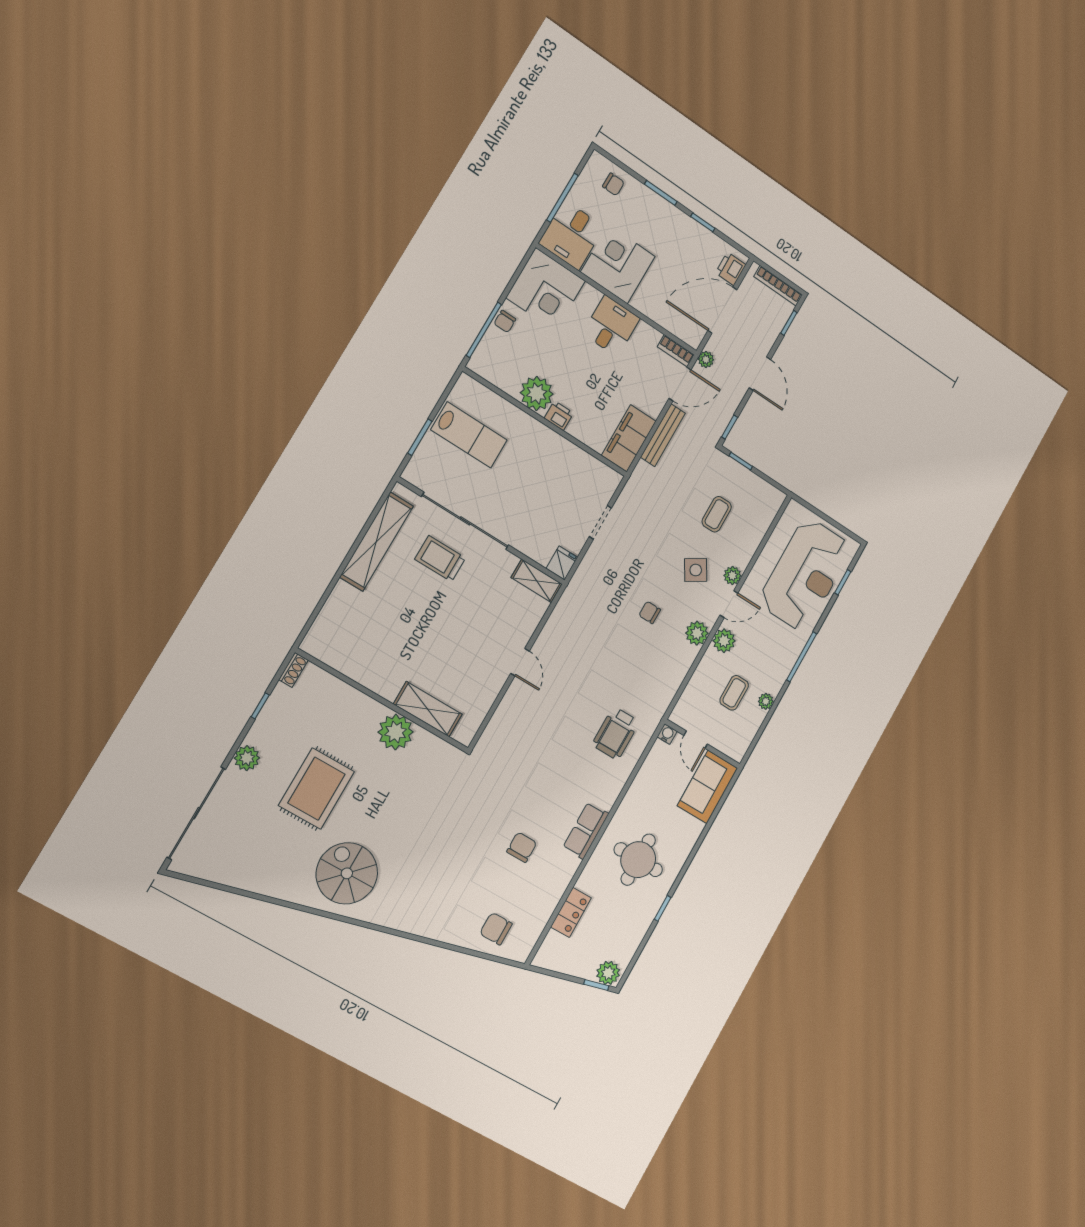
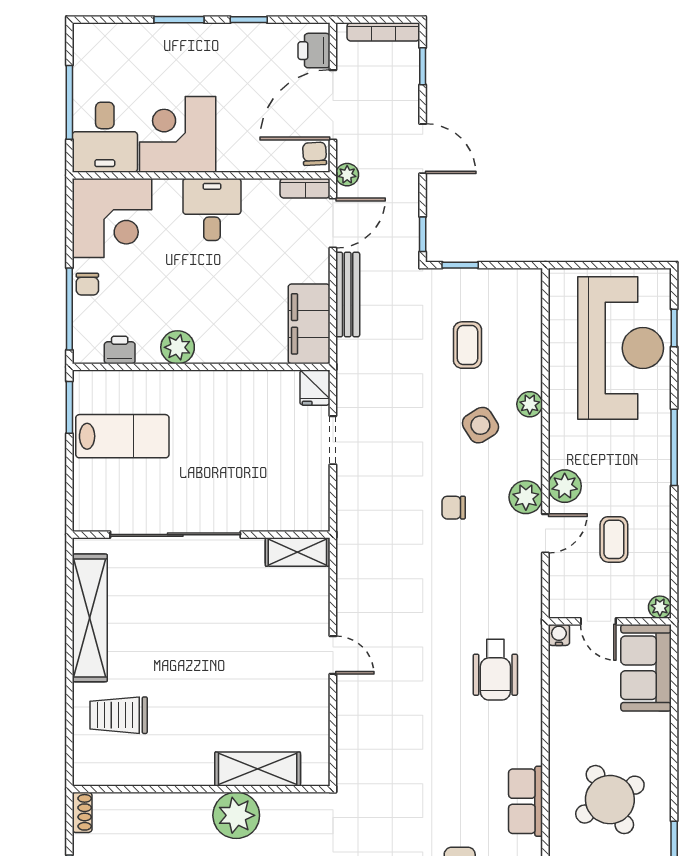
chair: (613, 184) -> (315, 154), moved, turned -93
plant: (537, 393) -> (178, 347), width x0.73, depth x0.73
printer: (559, 416) -> (120, 350), moved
window: (420, 437) -> (69, 407), moved
trolley: (440, 559) -> (119, 715), moved
fridge: (562, 563) -> (315, 388), moved, turned 180
door: (729, 604) -> (545, 533), moved
plant: (766, 701) -> (660, 607), moved
round table: (638, 860) -> (610, 800), turned -30

